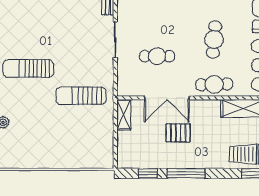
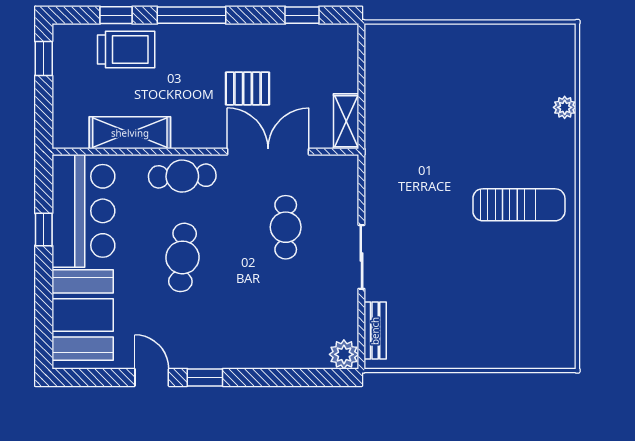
cafe table: (157, 56) -> (286, 227), turned 90
sun lounger: (81, 96) -> (423, 155), removed
window: (186, 173) -> (191, 15), moved

